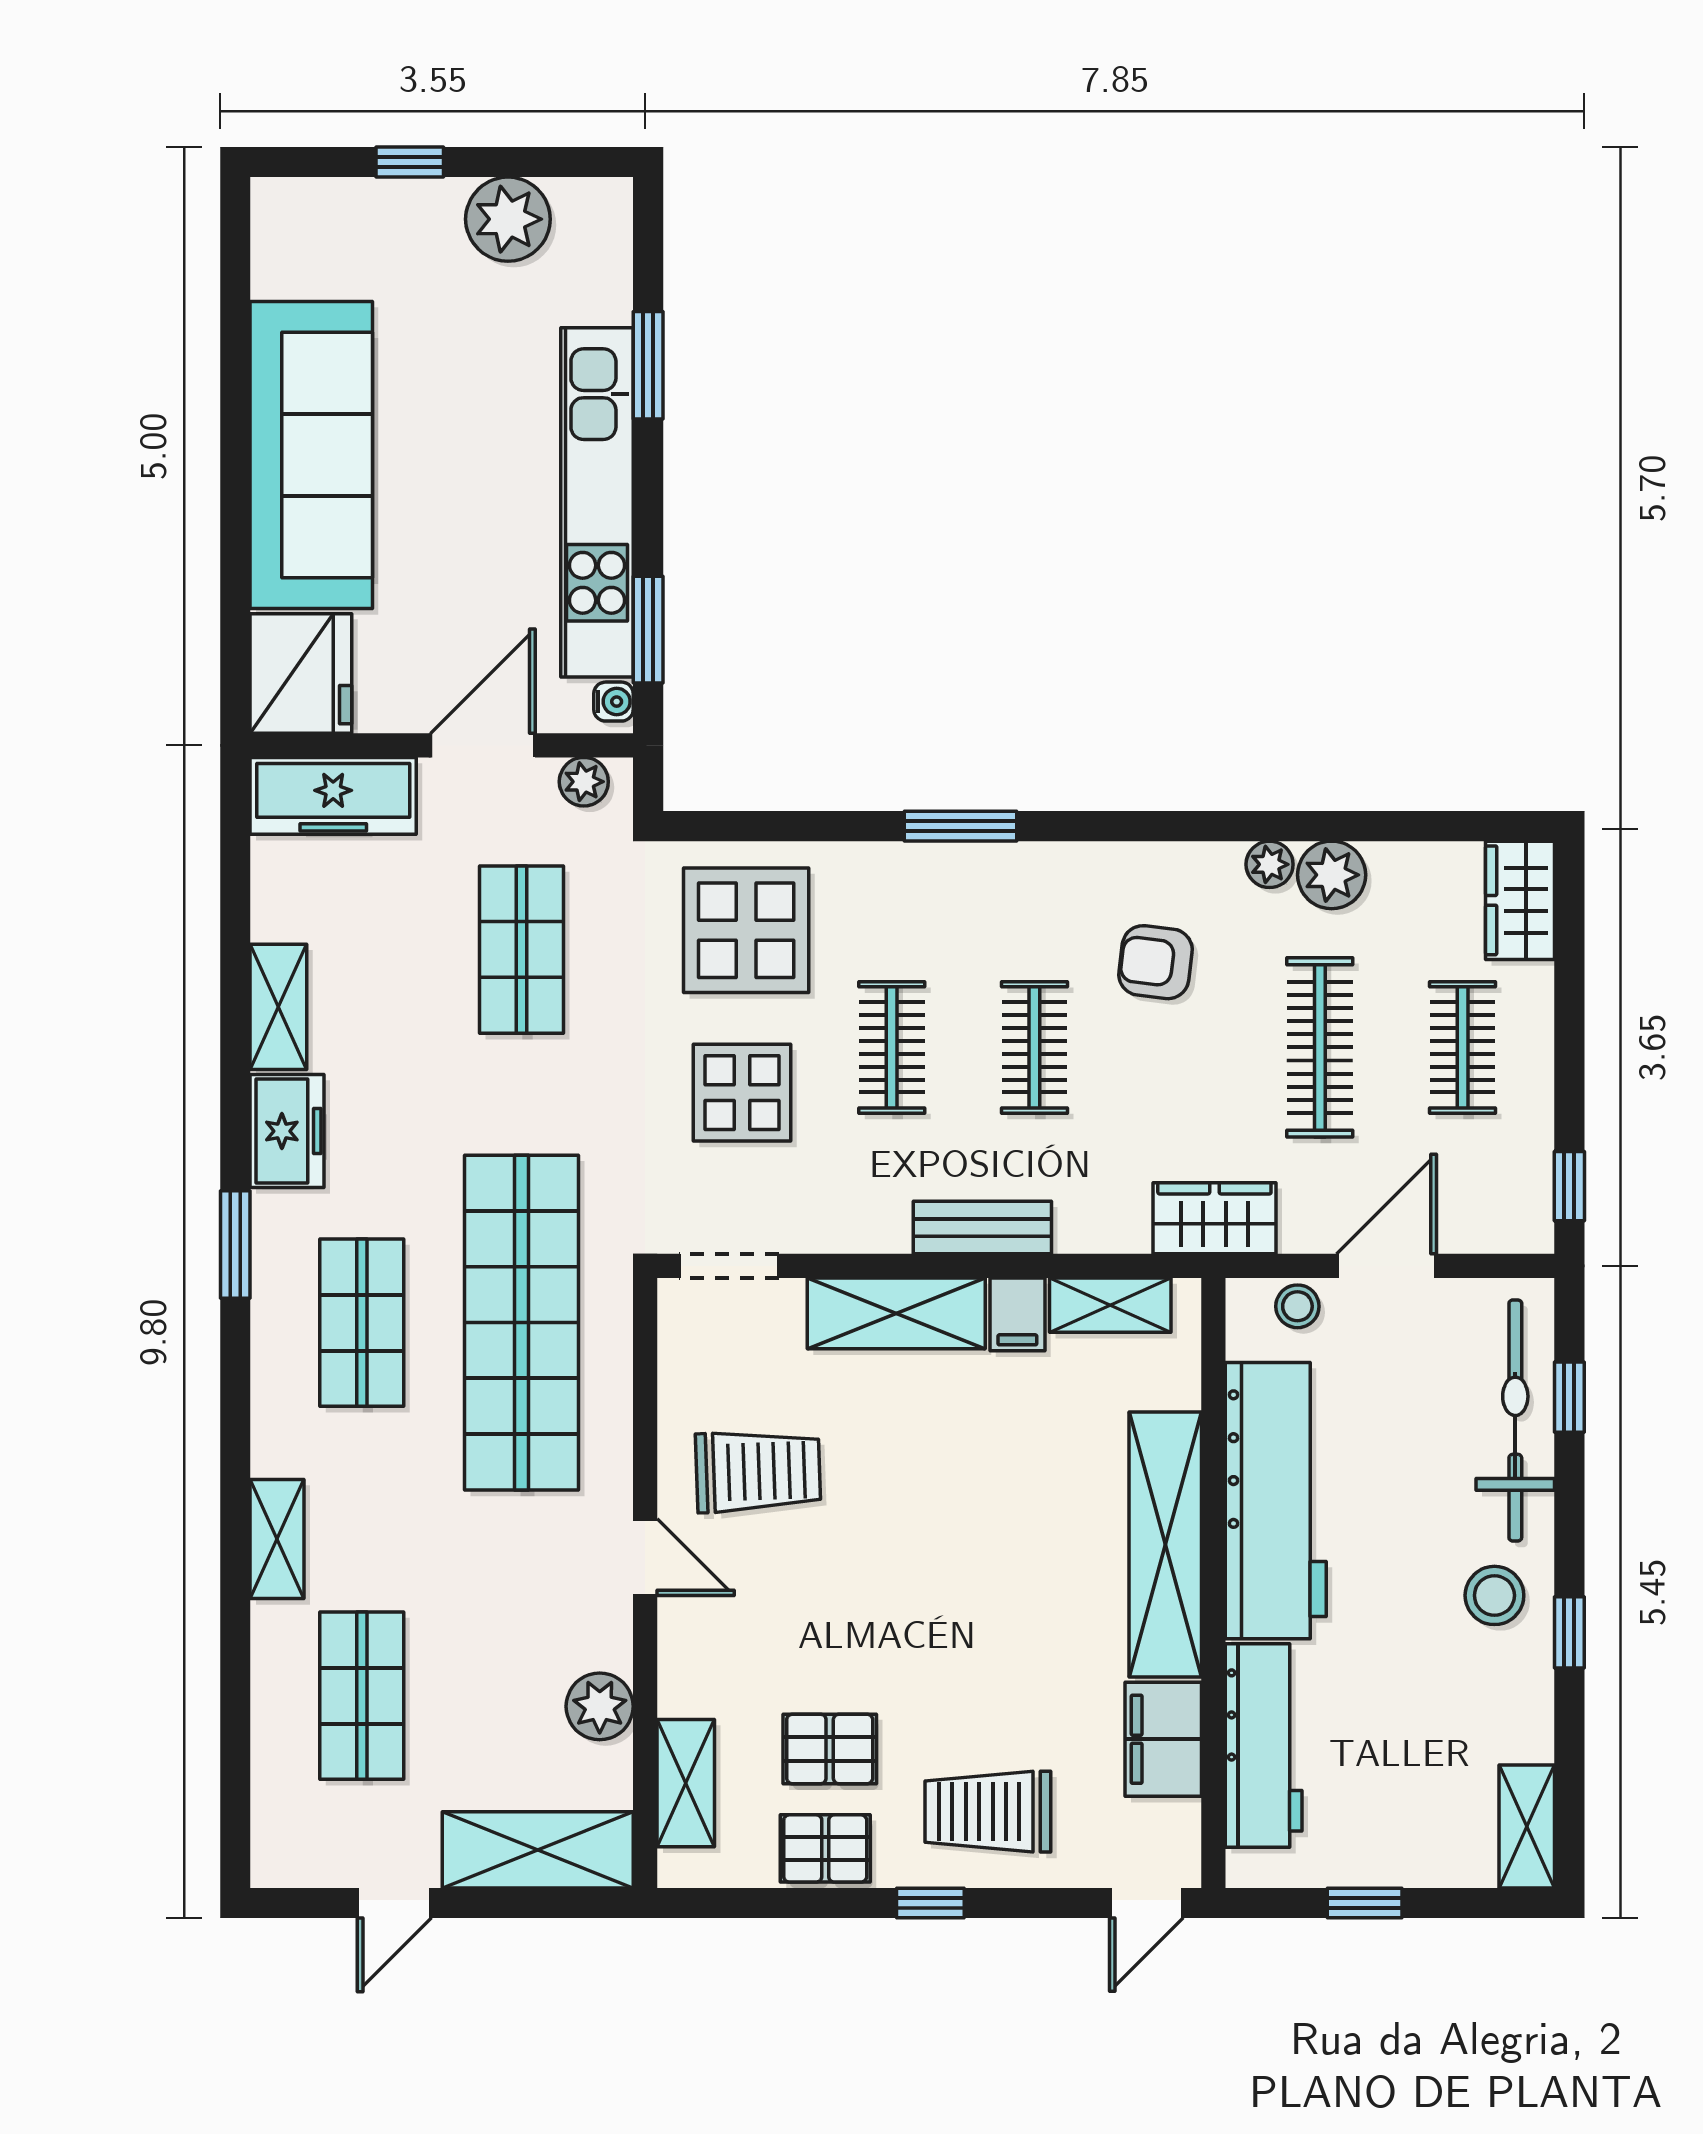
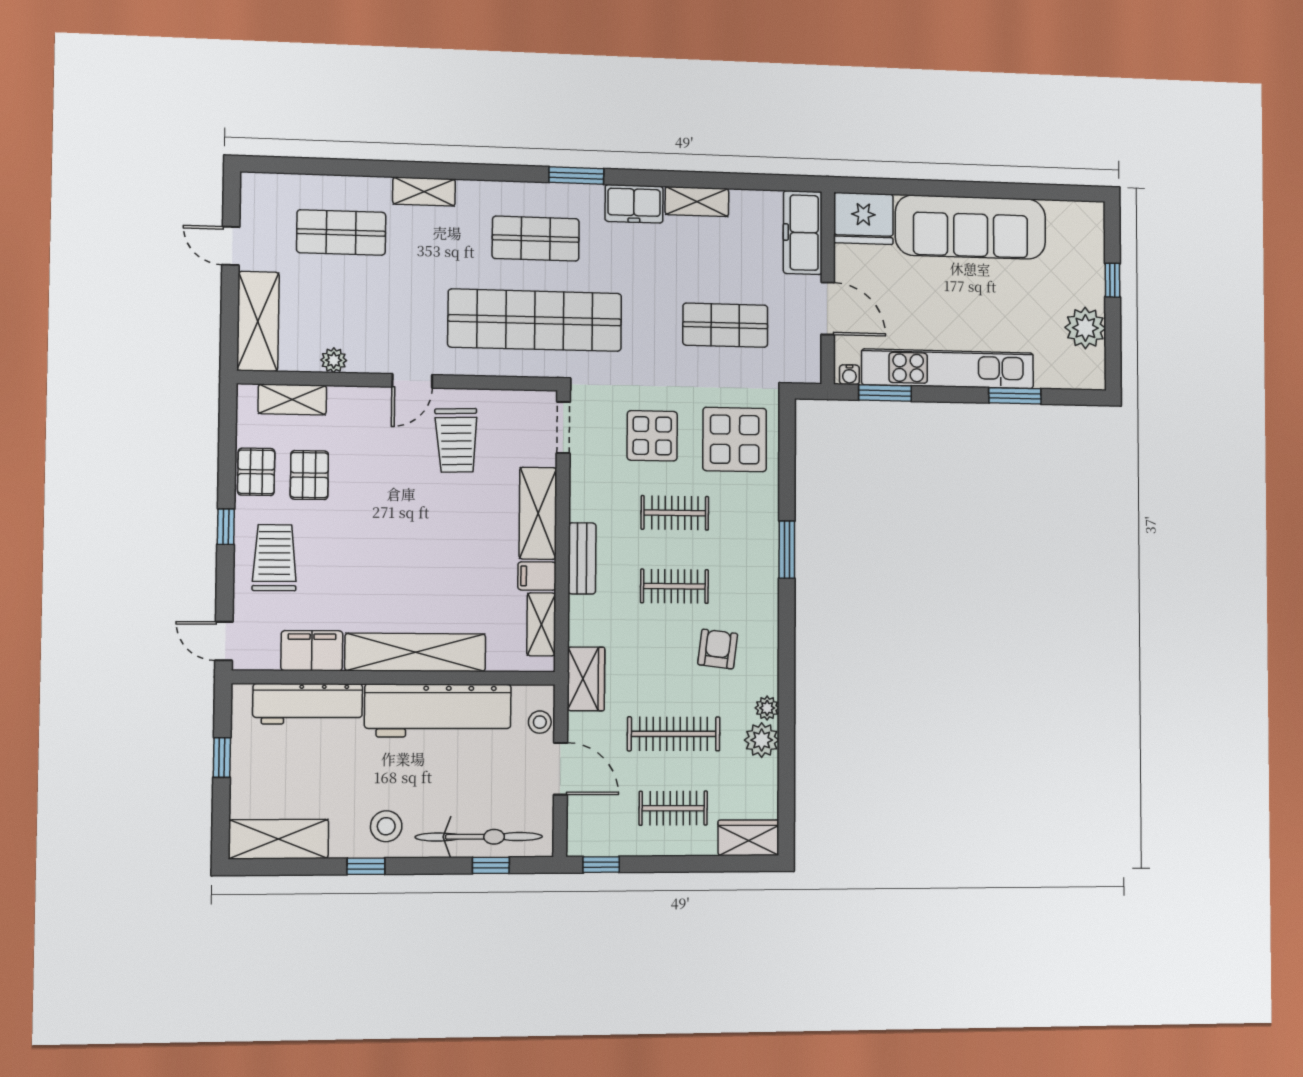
plant: (584, 782) -> (809, 359), removed
plant: (600, 1706) -> (334, 360), width x0.73, depth x0.73
shelving: (1527, 1826) -> (279, 839), width x1.50, depth x1.33

